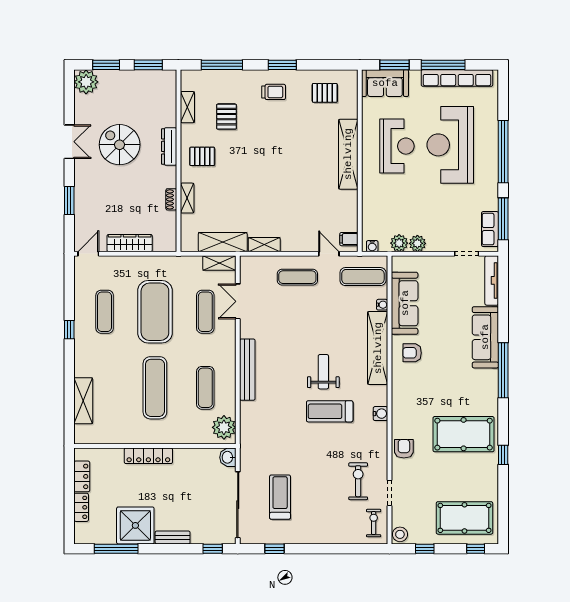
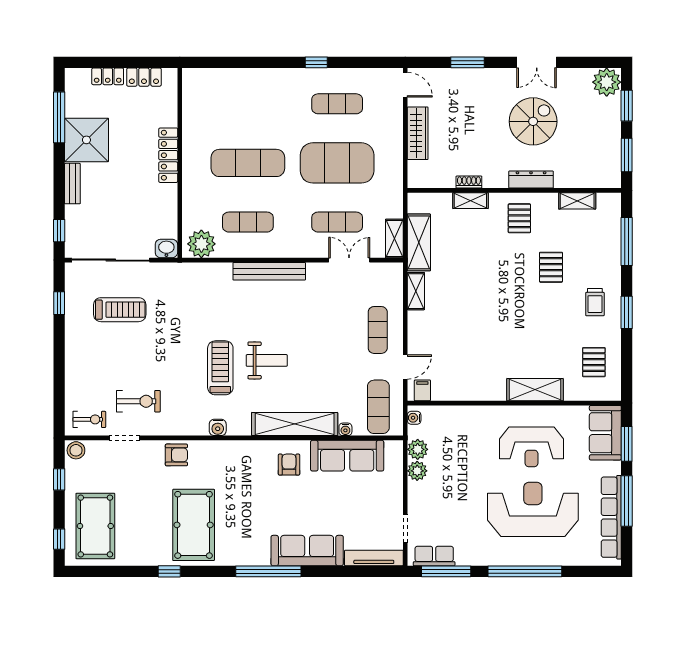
pallet: (226, 117) -> (551, 267), moved, turned 90
shelving: (348, 154) -> (535, 390), width x0.68
shelving: (83, 401) -> (233, 79), removed

